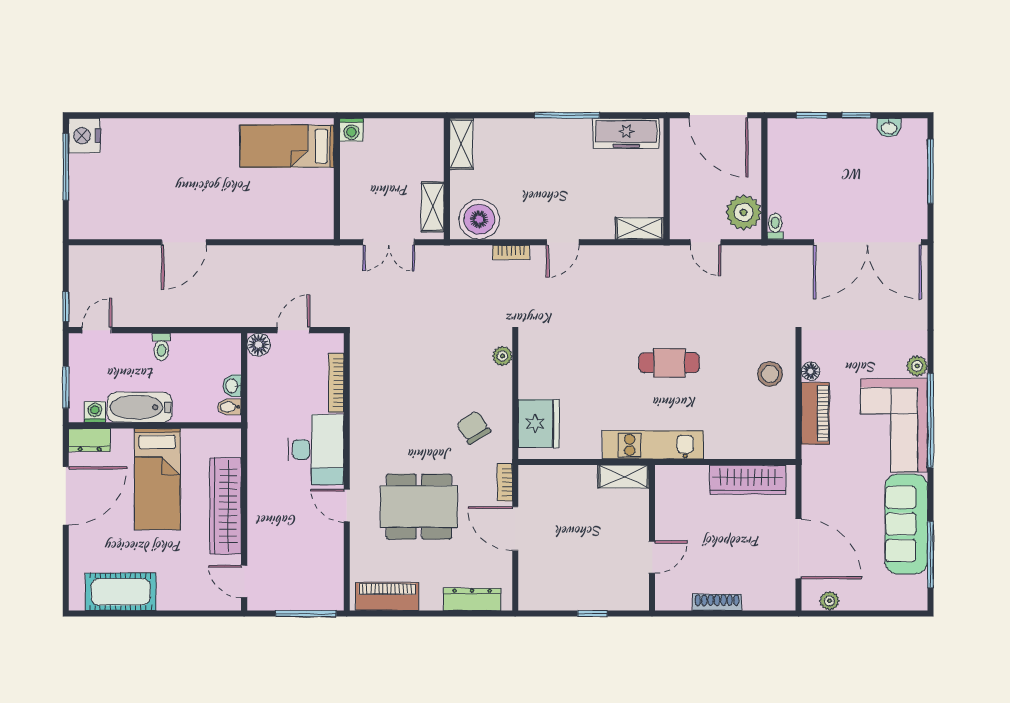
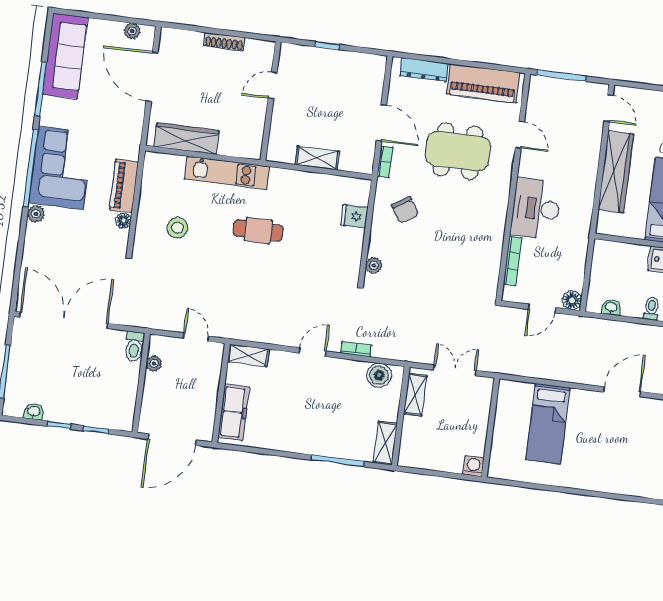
window: (567, 115) -> (338, 461), moved
door: (718, 115) -> (172, 440), swing flipped
freezer: (626, 133) -> (234, 412), moved, turned 90
bed: (287, 146) -> (548, 424), moved, turned 90
plant: (744, 212) -> (154, 363), width x0.53, depth x0.53
boiler: (479, 219) -> (379, 375), width x0.73, depth x0.73
toilet: (775, 226) -> (134, 347), width x1.37, depth x1.39
cafe table: (669, 363) -> (258, 231), moved
stool: (770, 374) -> (177, 228), moved
washbasin: (232, 386) -> (611, 307), moved, turned -90
bidet: (229, 407) -> (602, 252), removed
fridge: (539, 423) -> (354, 216), width x0.53, depth x0.75
kitchen unit: (653, 445) -> (227, 173), moved
shelving: (623, 477) -> (317, 158), moved
door: (347, 506) -> (520, 135), moved
sofa: (906, 524) -> (65, 56), moved
window: (930, 554) -> (41, 89), moved
piano: (387, 597) -> (483, 83), width x1.37, depth x1.33

